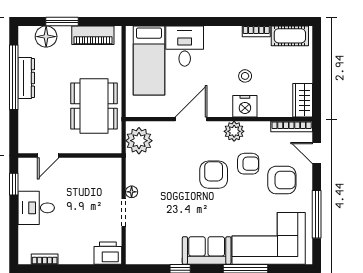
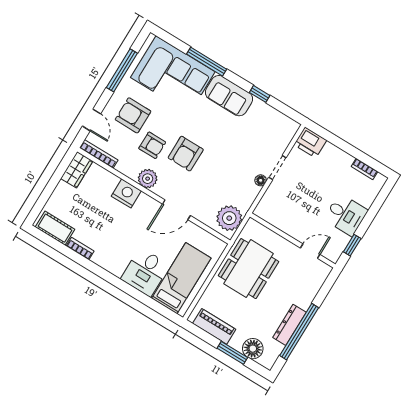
stool: (245, 76) -> (111, 218), removed
armchair: (248, 164) -> (152, 145), turned 180

